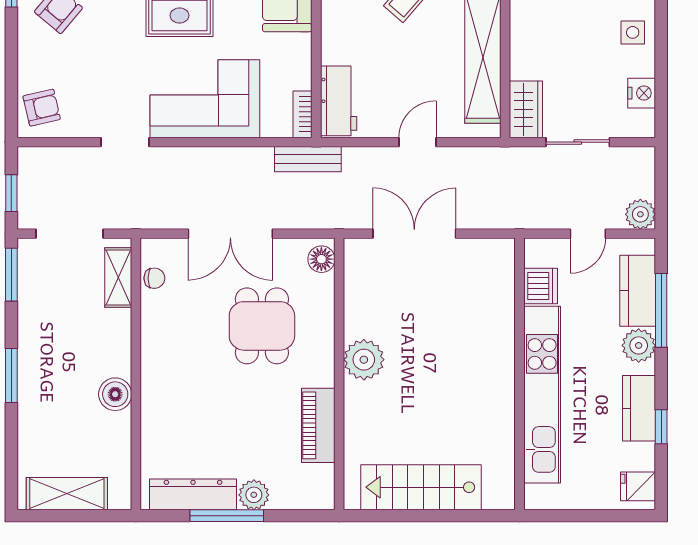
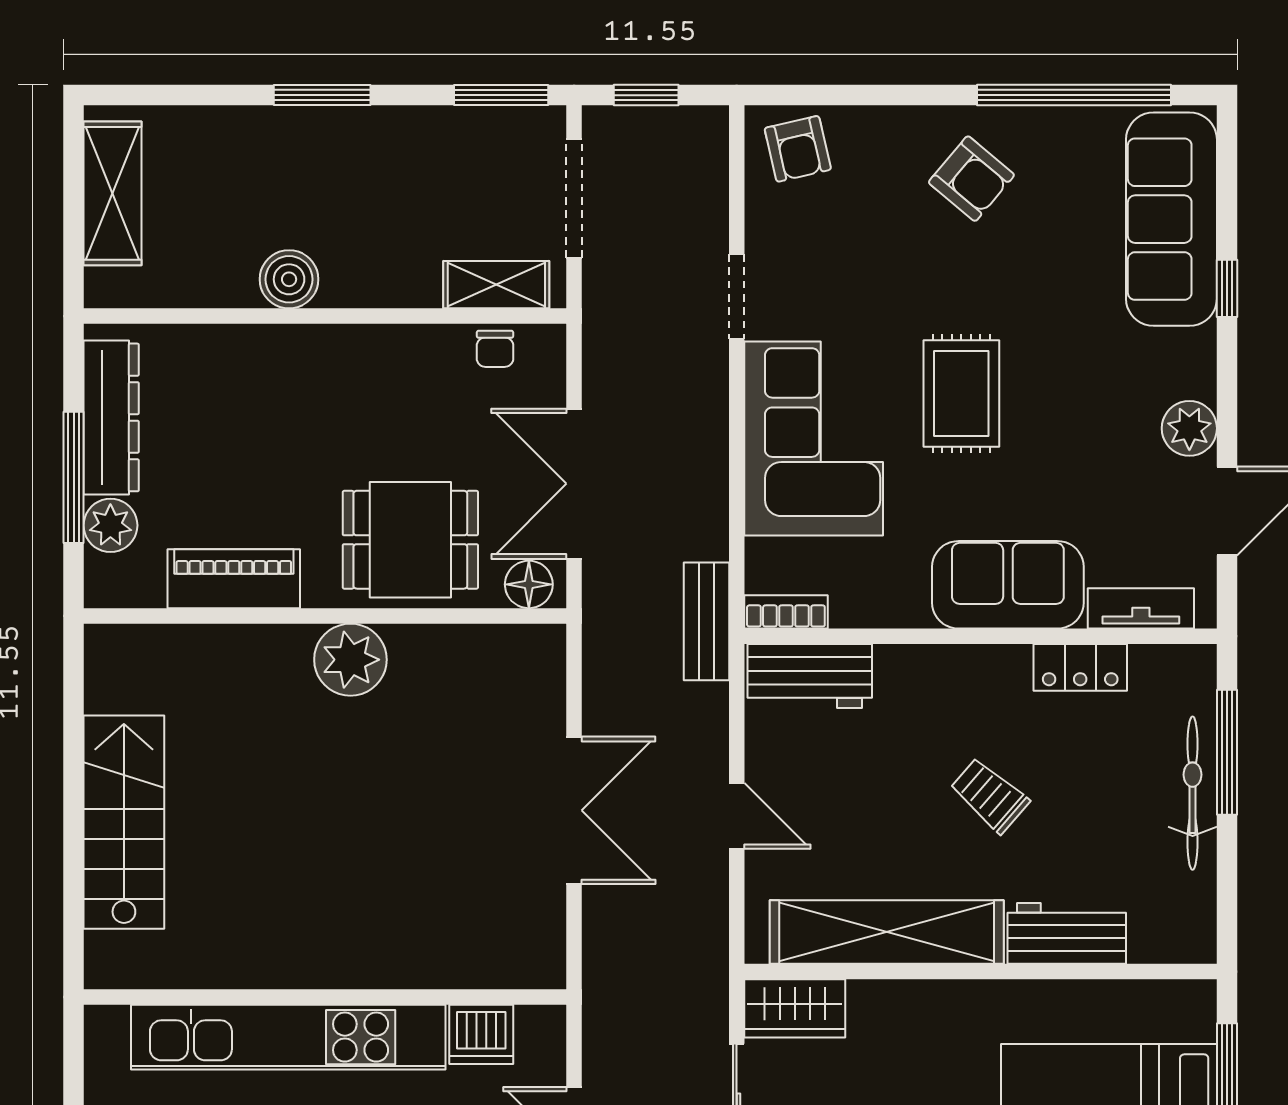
floor lamp: (321, 259) -> (529, 584), moved
plant: (364, 360) -> (350, 660), moved
wall: (339, 374) -> (325, 616), moved
piano: (318, 425) -> (234, 579), moved

